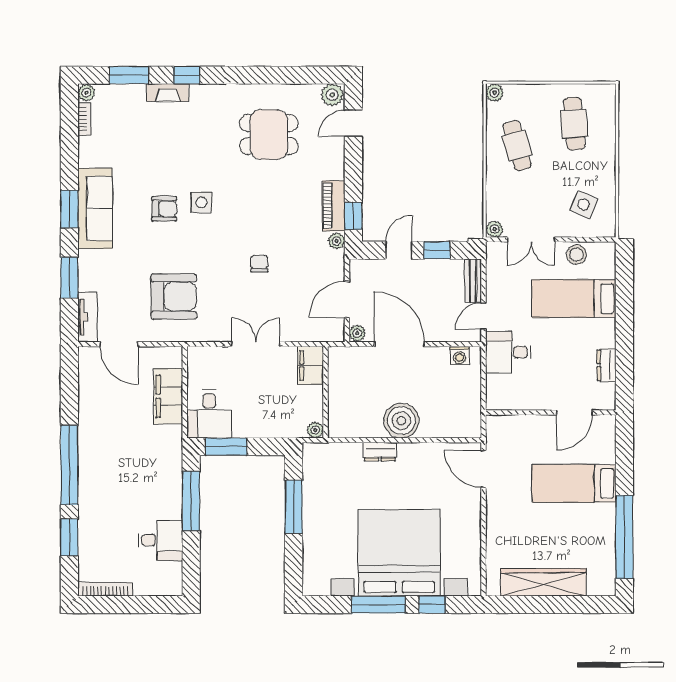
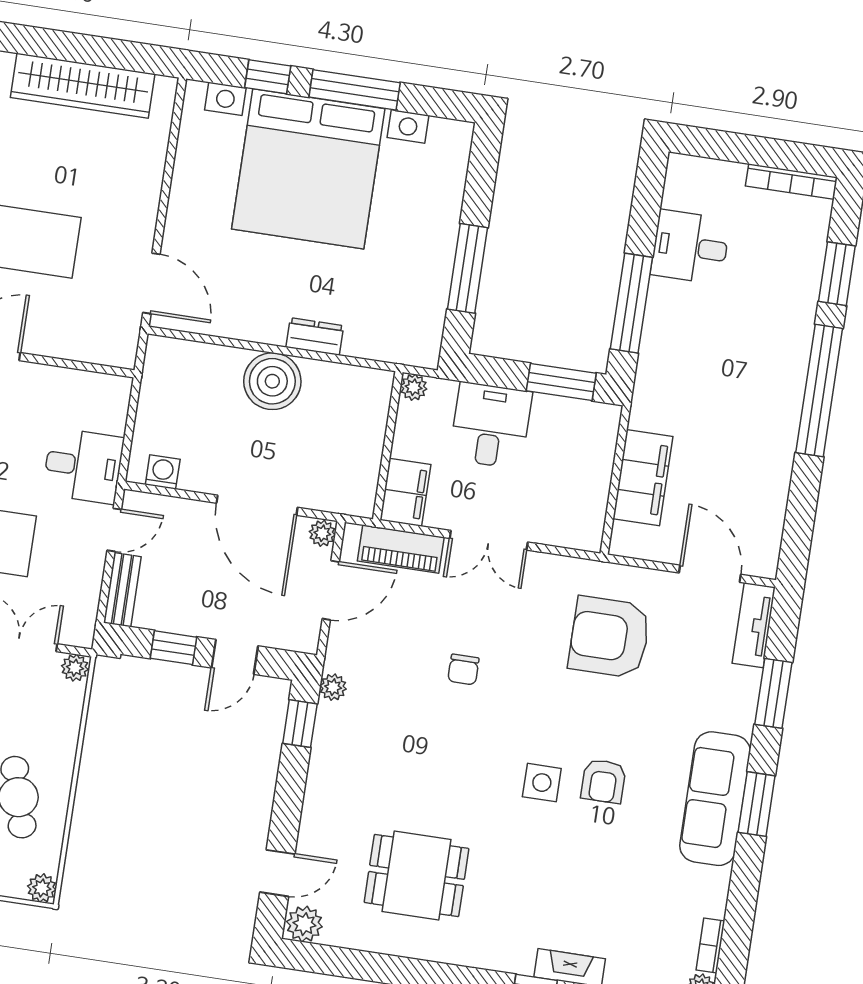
piano: (334, 206) -> (401, 549), moved, turned 90
armchair: (164, 209) -> (603, 781), turned -90
desk: (209, 414) -> (491, 425), moved

